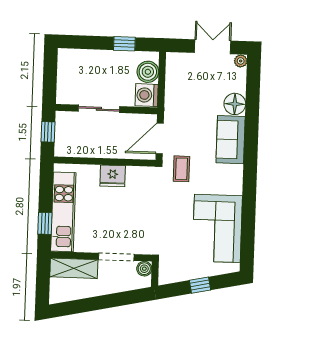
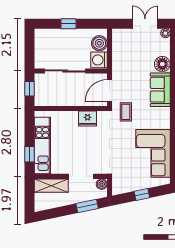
window: (124, 44) -> (68, 24), moved
sliding door: (99, 109) -> (65, 71), width x1.37
fridge: (113, 176) -> (88, 119), moved
window: (123, 299) -> (87, 206), added

